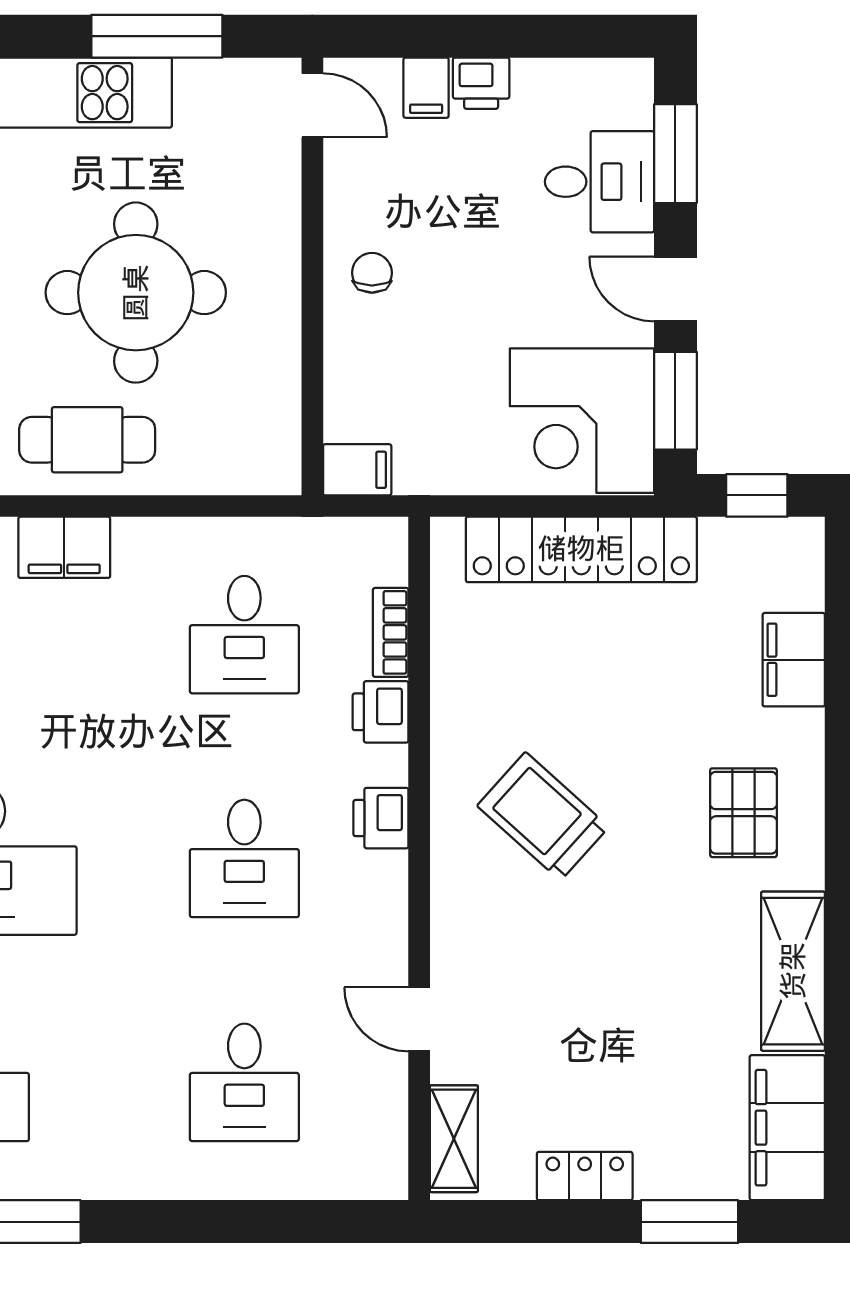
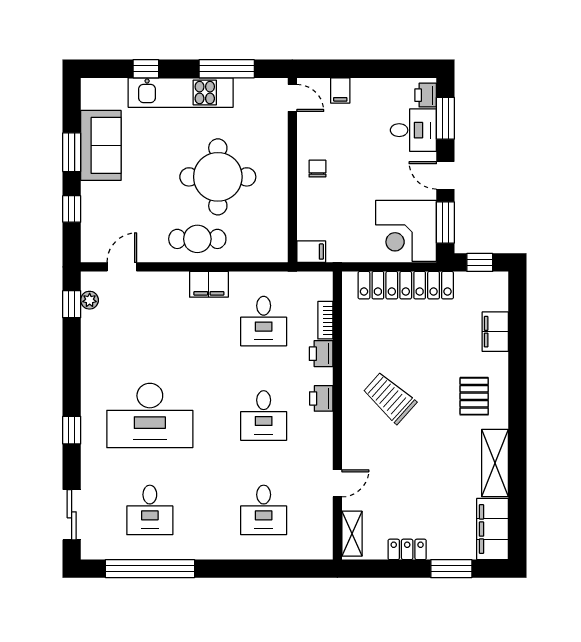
printer: (481, 83) -> (426, 95), moved, turned 90
filing cabinet: (64, 547) -> (209, 284), moved
door: (419, 1019) -> (337, 483), swing flipped

